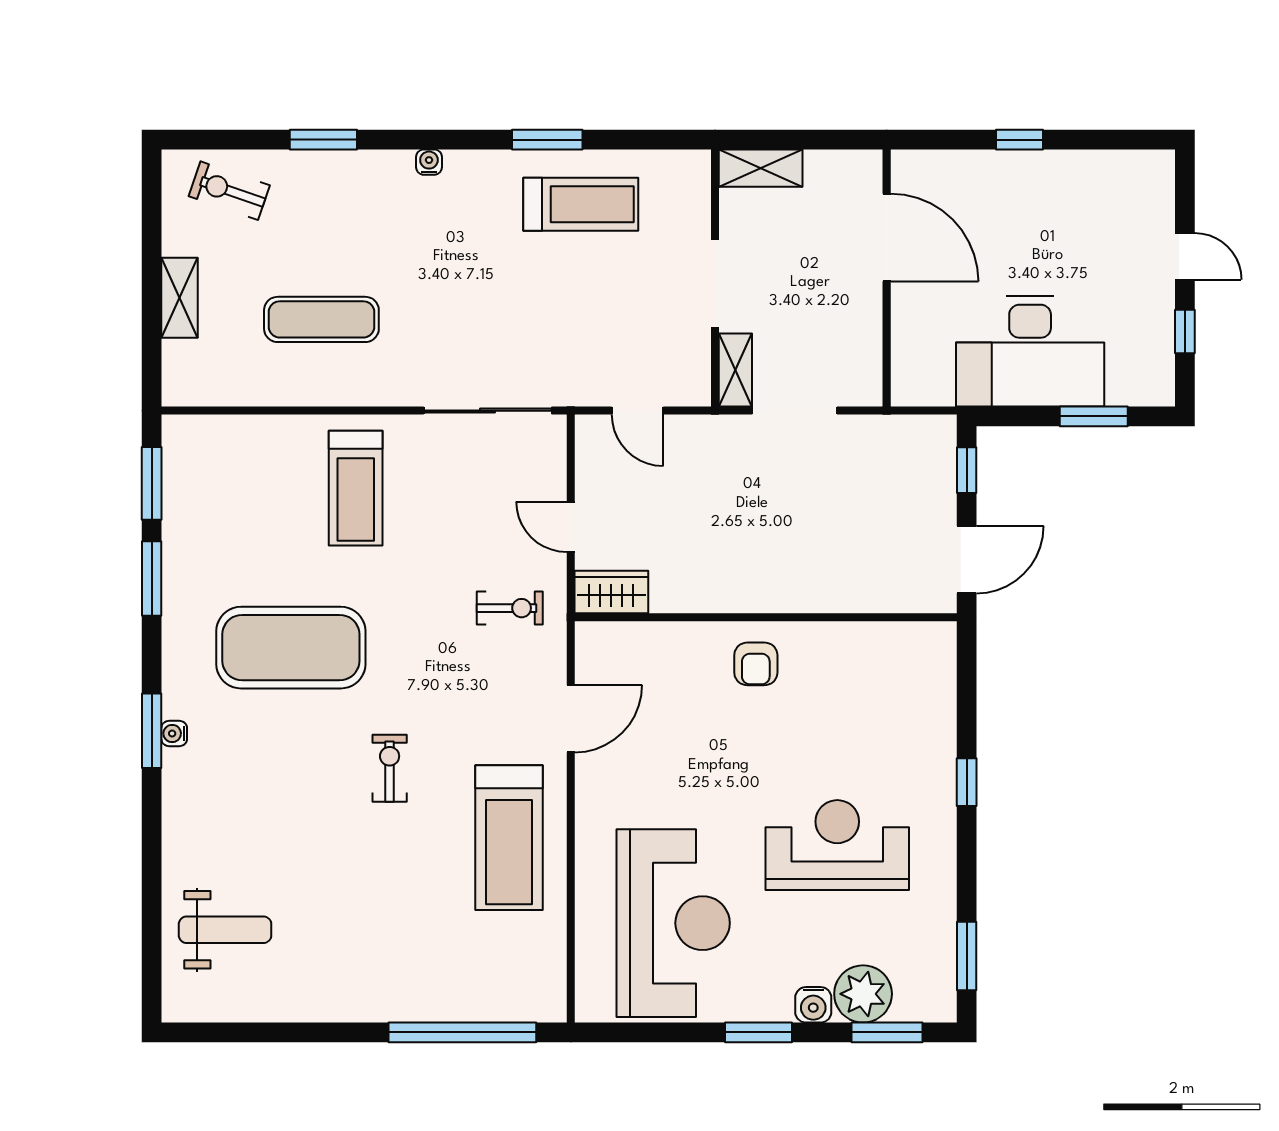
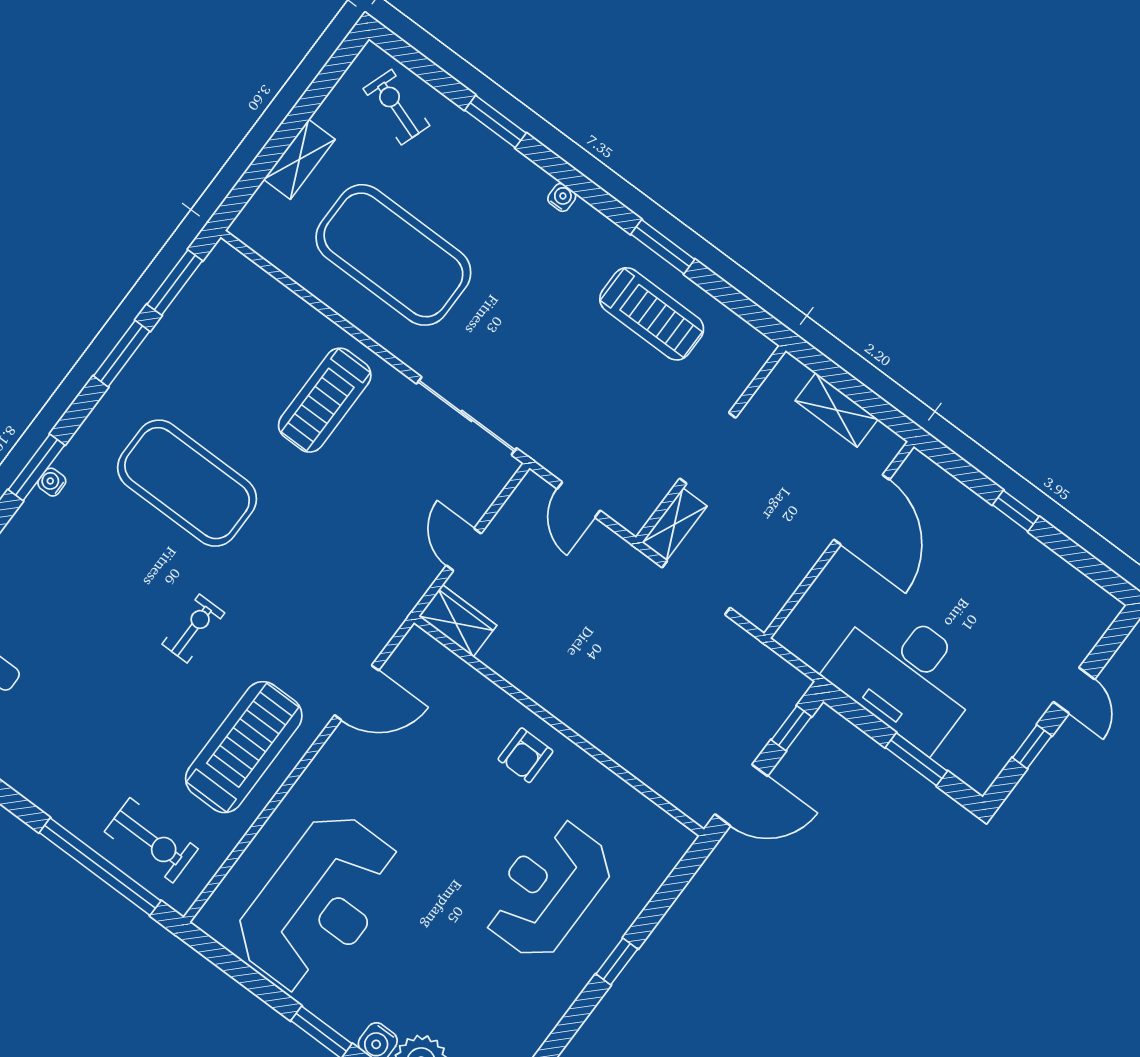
shelving: (761, 168) -> (837, 410), moved
exercise mat: (321, 319) -> (393, 255), width x2.00, depth x1.45
exercise bike: (510, 608) -> (151, 840), moved, width x1.38, depth x1.39
treadmill: (509, 838) -> (244, 747), turned 180
reception desk: (837, 845) -> (548, 889), moved, turned -90

